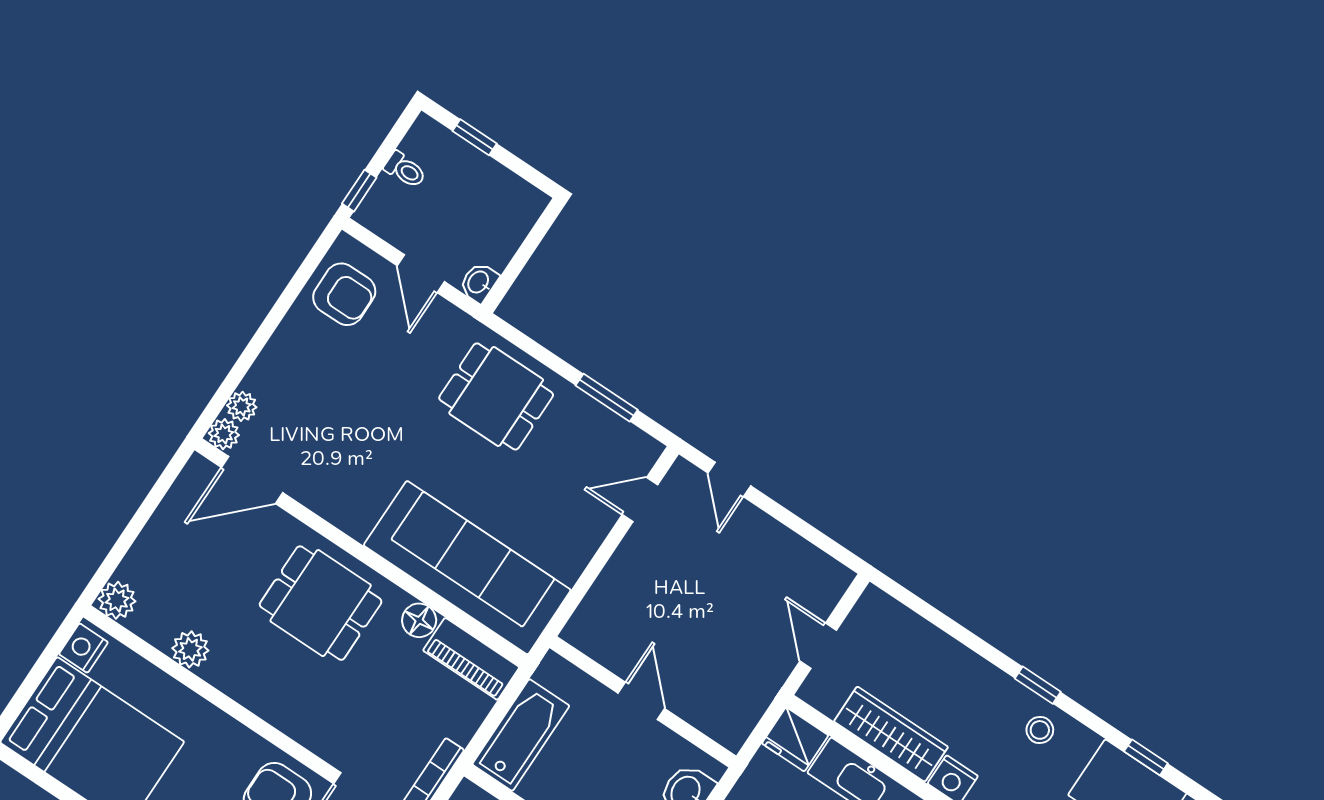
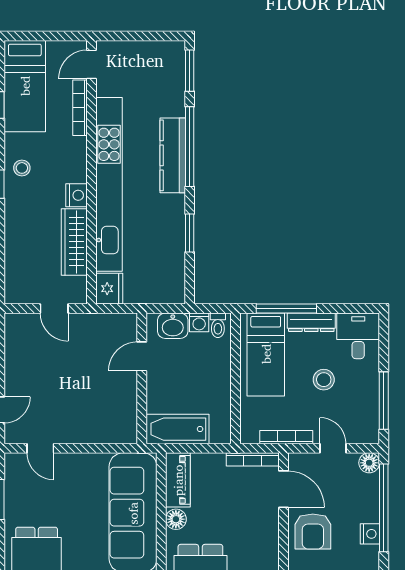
door: (818, 646) -> (54, 309), hinge flipped
door: (641, 701) -> (142, 356), moved
bathtub: (521, 735) -> (177, 429), moved

